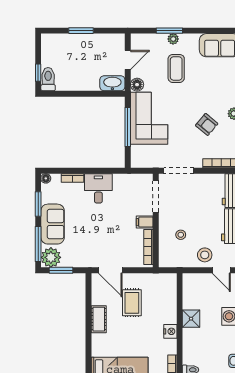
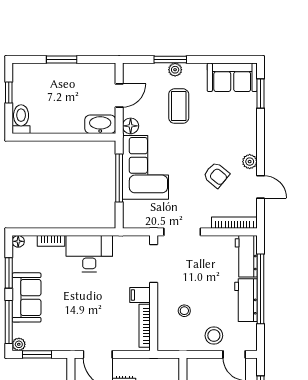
window: (38, 73) -> (9, 93), moved
desk: (98, 188) -> (89, 254), width x1.37
plant: (51, 257) -> (19, 344), width x0.53, depth x0.53

